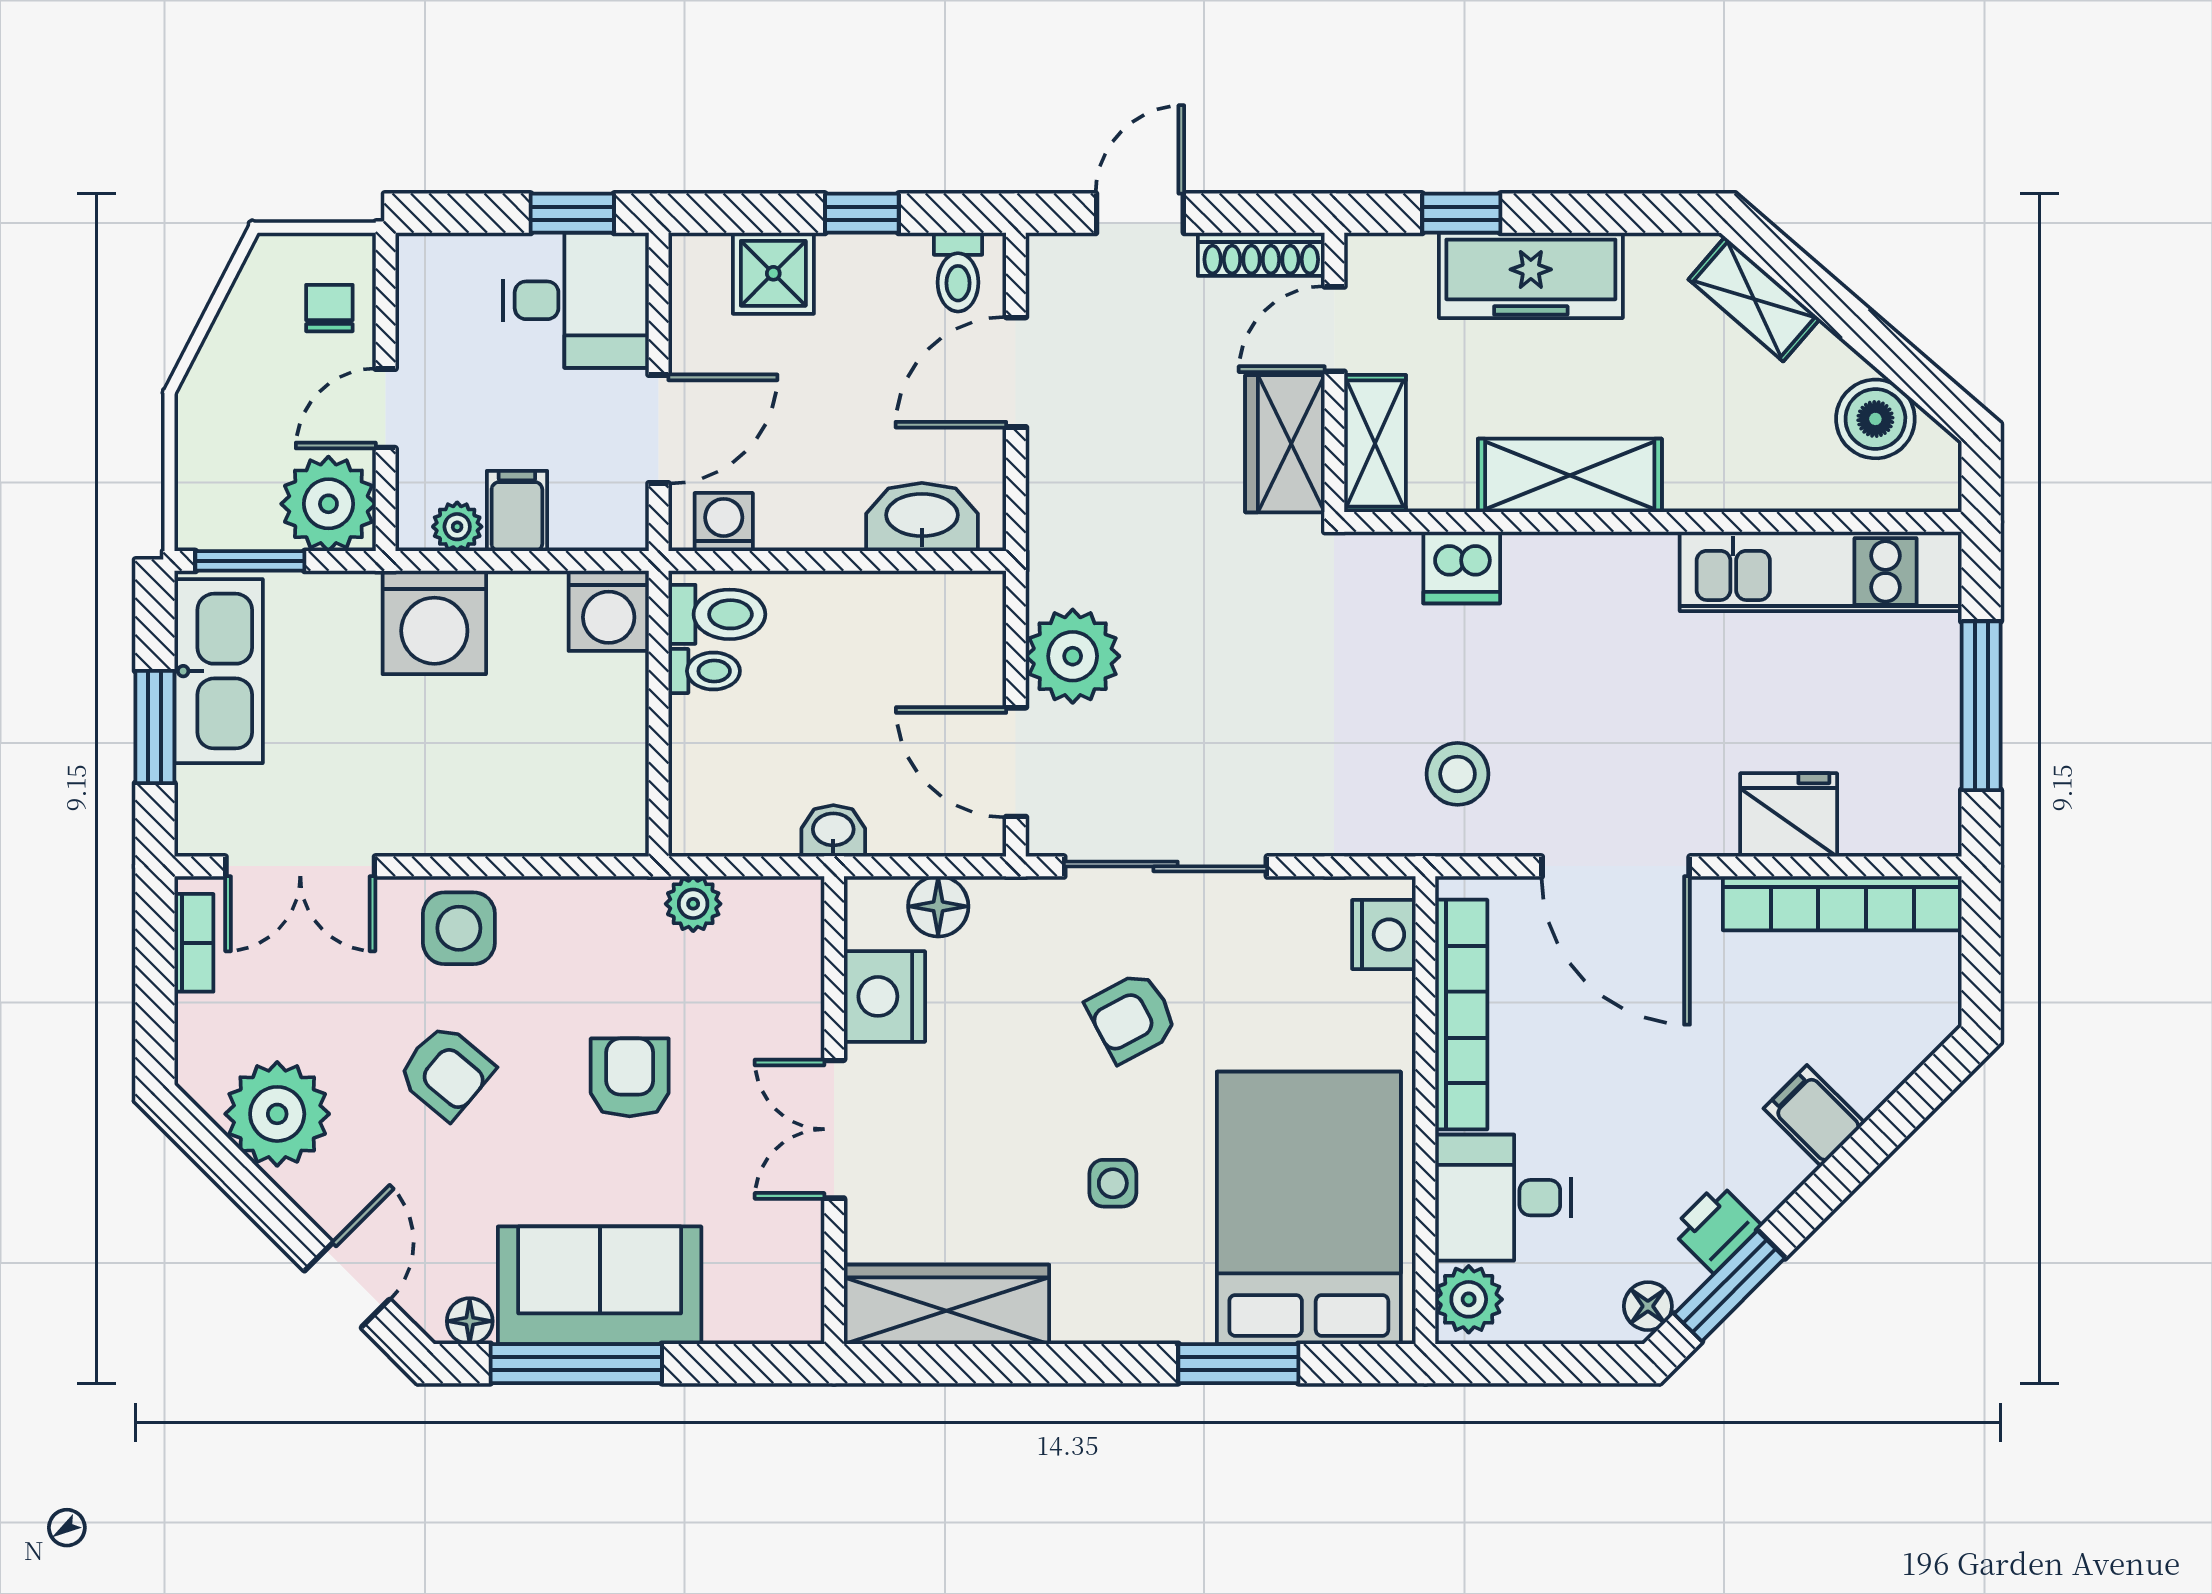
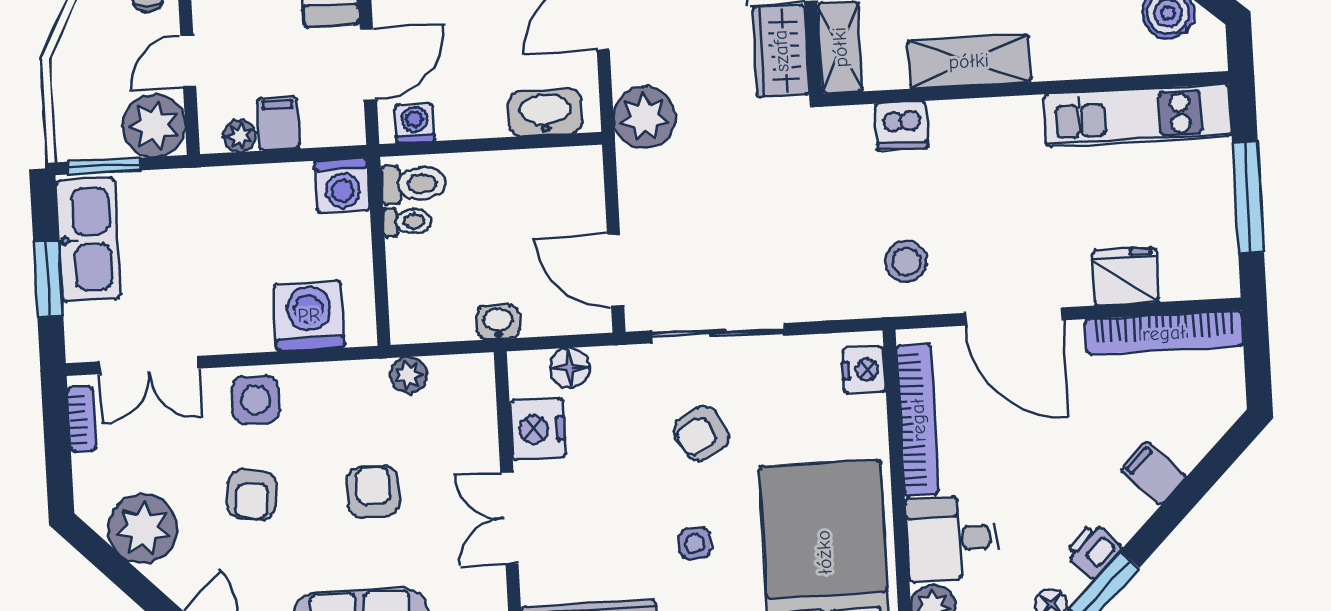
washing machine: (434, 622) -> (309, 315), moved, turned 180
plant: (1073, 656) -> (644, 117), moved
armchair: (446, 1072) -> (252, 495), turned 58

